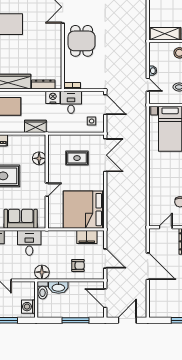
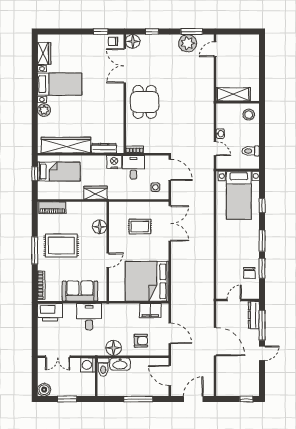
floor lamp: (42, 272) -> (114, 348), moved
washing machine: (28, 307) -> (88, 365), moved

